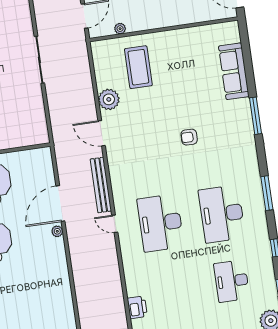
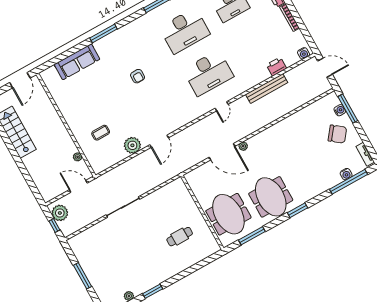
coffee table: (138, 67) -> (101, 133), width x0.54, depth x0.58
bench: (101, 185) -> (267, 88), moved

